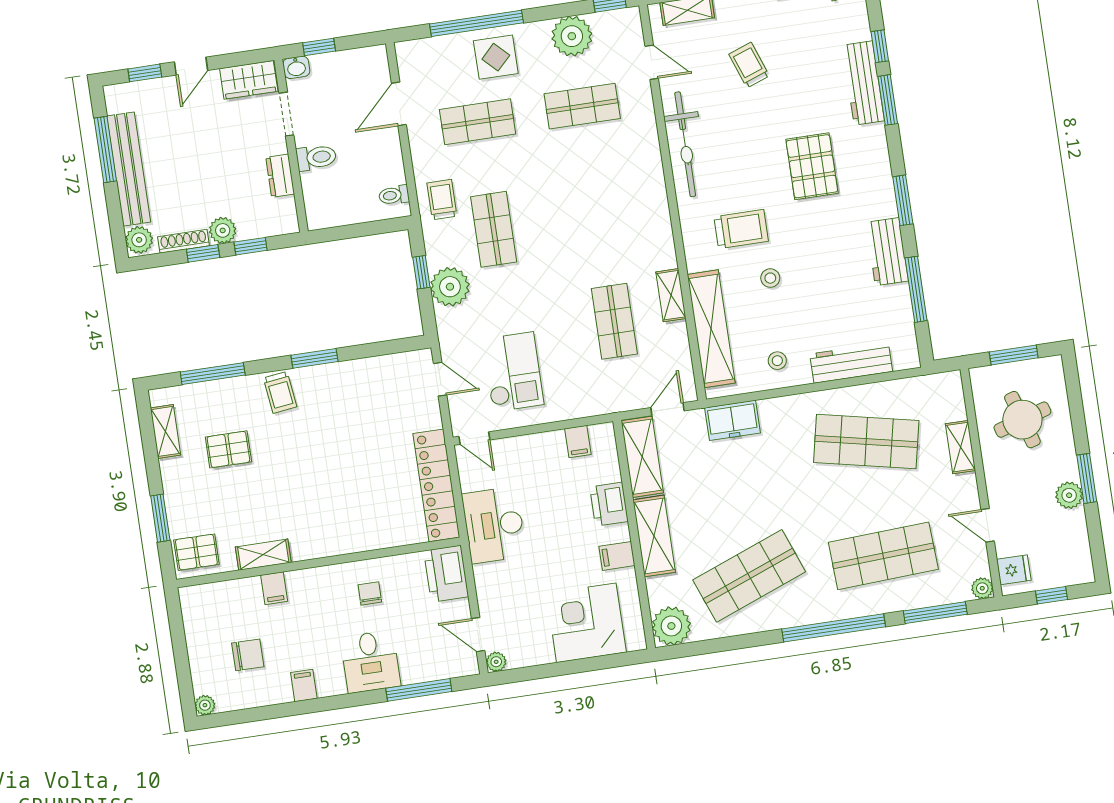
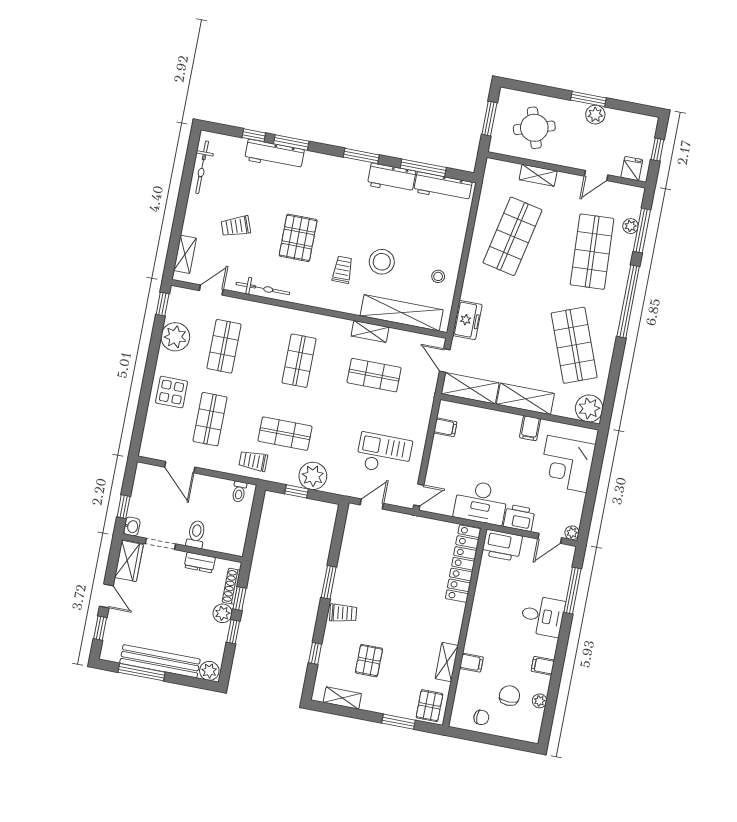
window: (477, 23) -> (145, 397), removed
bicycle: (685, 144) -> (263, 288), width x0.73, depth x0.71
pallet: (812, 166) -> (298, 238), moved, turned 90
shop shelf: (598, 214) -> (299, 361), added
trolley: (741, 229) -> (343, 270), width x0.73, depth x0.72
shoe rack: (184, 241) -> (231, 586), moved
stool: (770, 278) -> (382, 262), width x1.89, depth x1.89
workbench: (851, 363) -> (443, 187), moved, turned -90
window: (213, 374) -> (315, 653), width x0.46
locker: (436, 485) -> (463, 564), moved, turned 90
printer: (609, 504) -> (519, 518), moved, turned 180
plant: (982, 588) -> (630, 226), moved
chair: (370, 593) -> (481, 717), moved, turned 180
plant: (205, 705) -> (540, 701), moved

